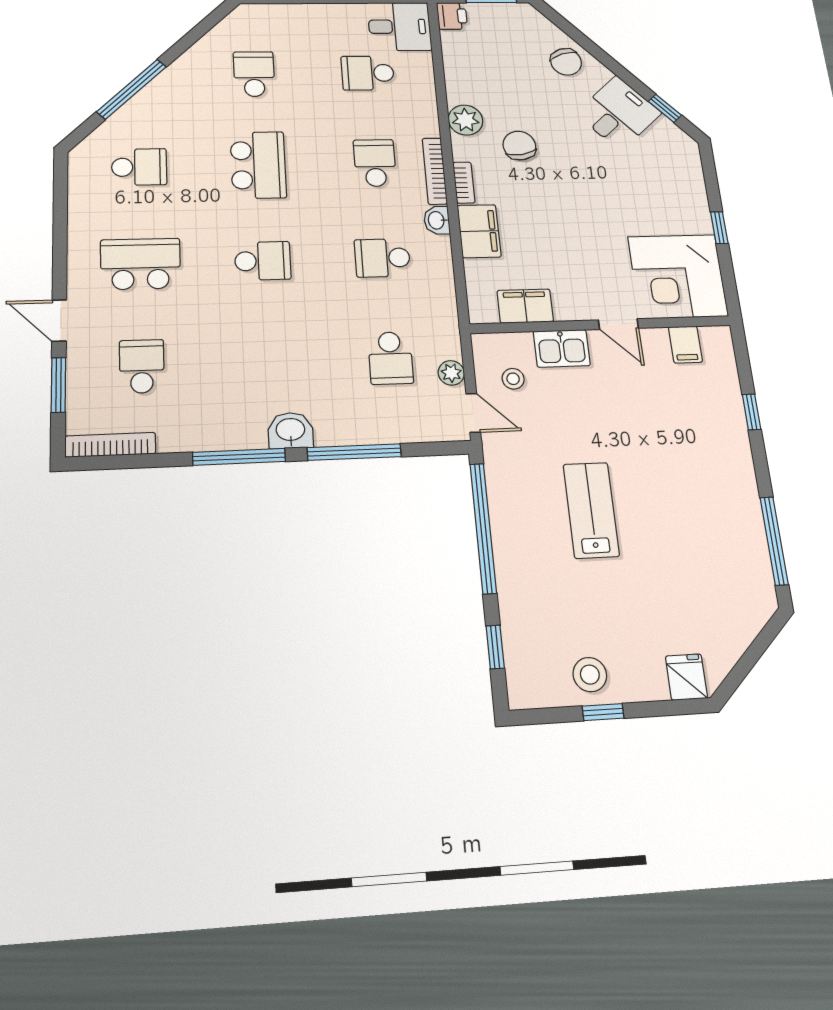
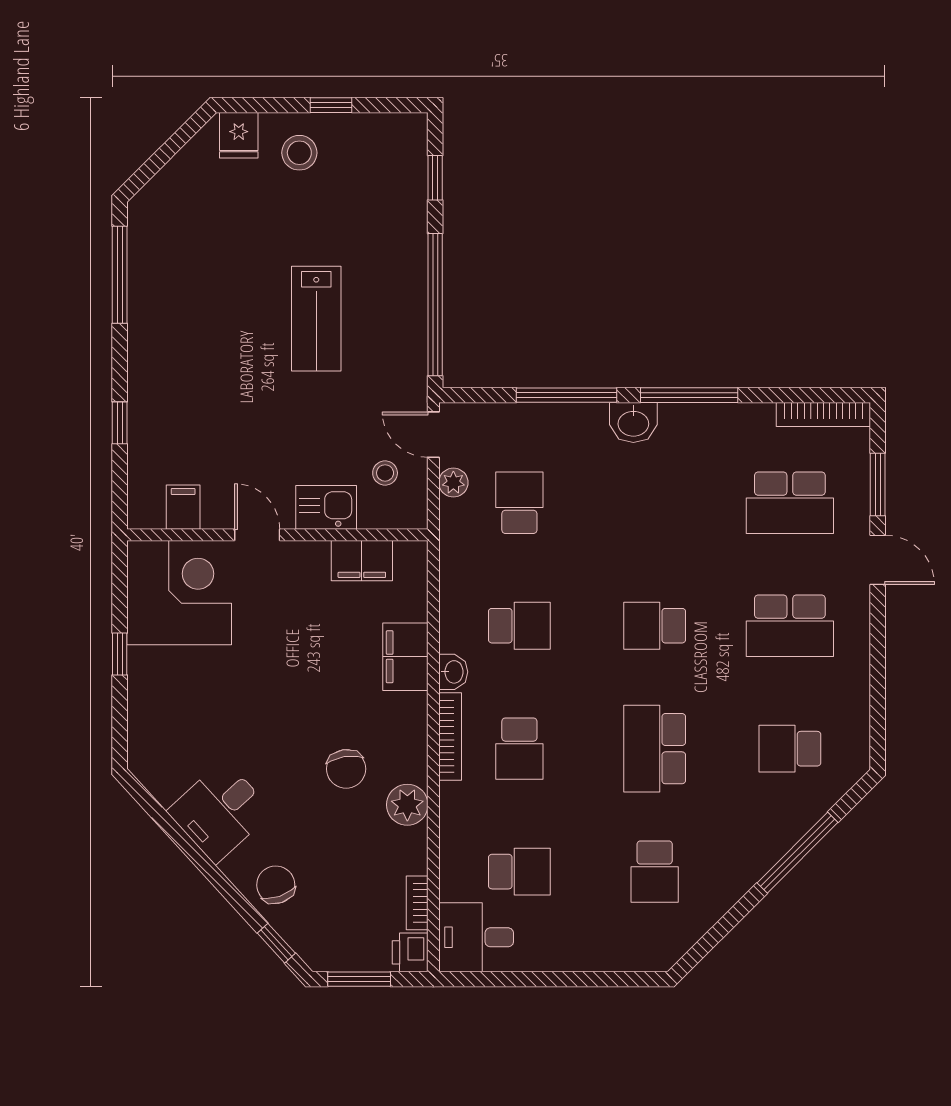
window: (665, 108) -> (276, 943), moved
bookcase: (464, 183) -> (417, 903), moved
school desk: (142, 366) -> (790, 503), width x1.85
stool: (590, 675) -> (299, 153), moved

